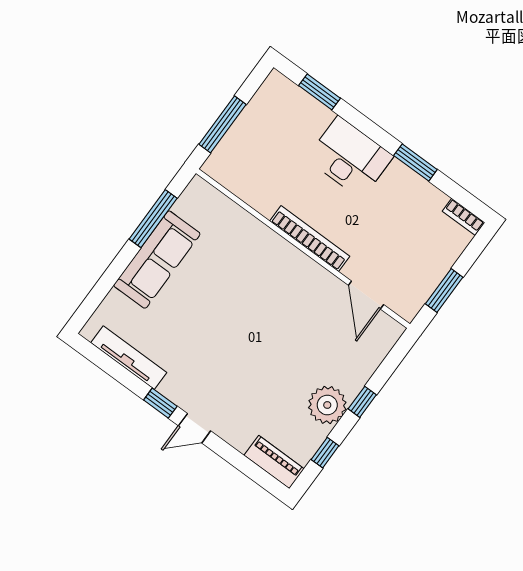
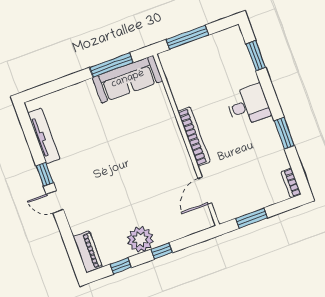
desk: (350, 157) -> (248, 105), width x0.73
sofa: (157, 260) -> (128, 79), moved

